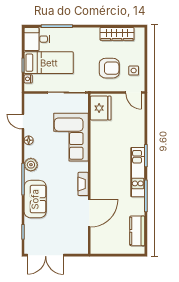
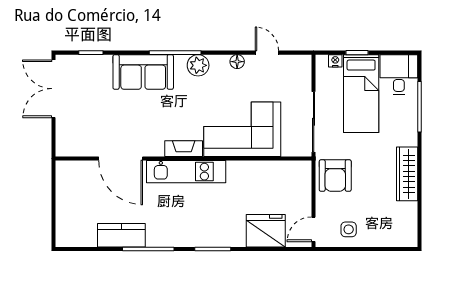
wardrobe: (117, 34) -> (407, 174), moved
armchair: (109, 68) -> (335, 176), moved
fridge: (101, 108) -> (266, 231), moved, turned 180
door: (23, 122) -> (267, 53), hinge flipped
kitchen unit: (138, 172) -> (186, 172), moved, turned 180
fireplace: (83, 184) -> (184, 149), moved
kitchen counter: (137, 231) -> (121, 235), moved

